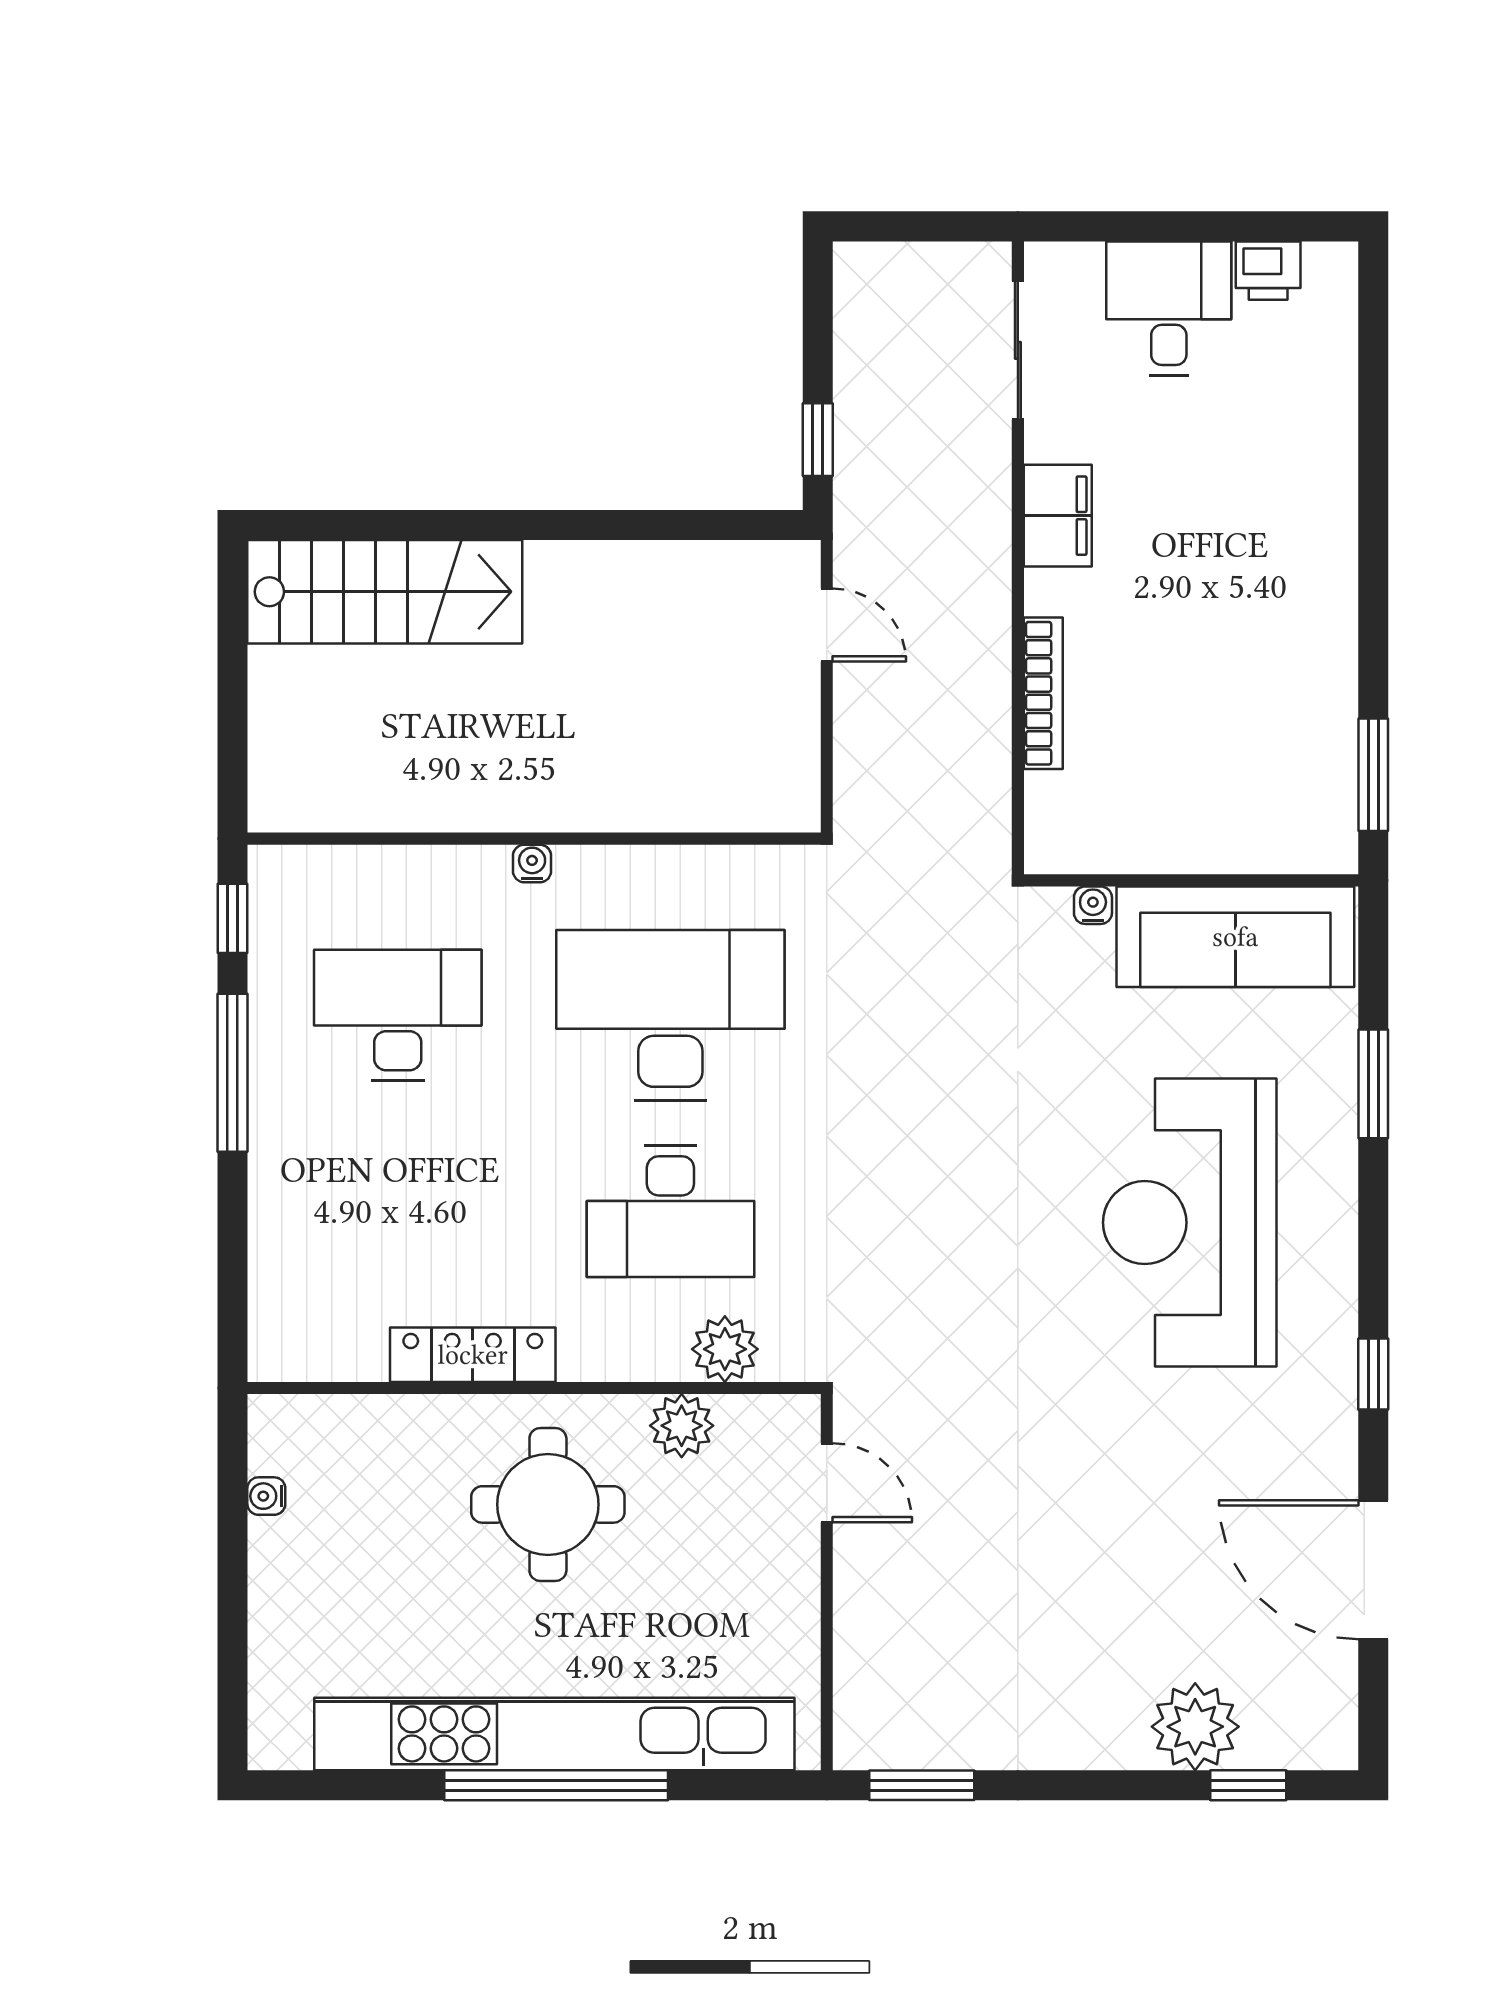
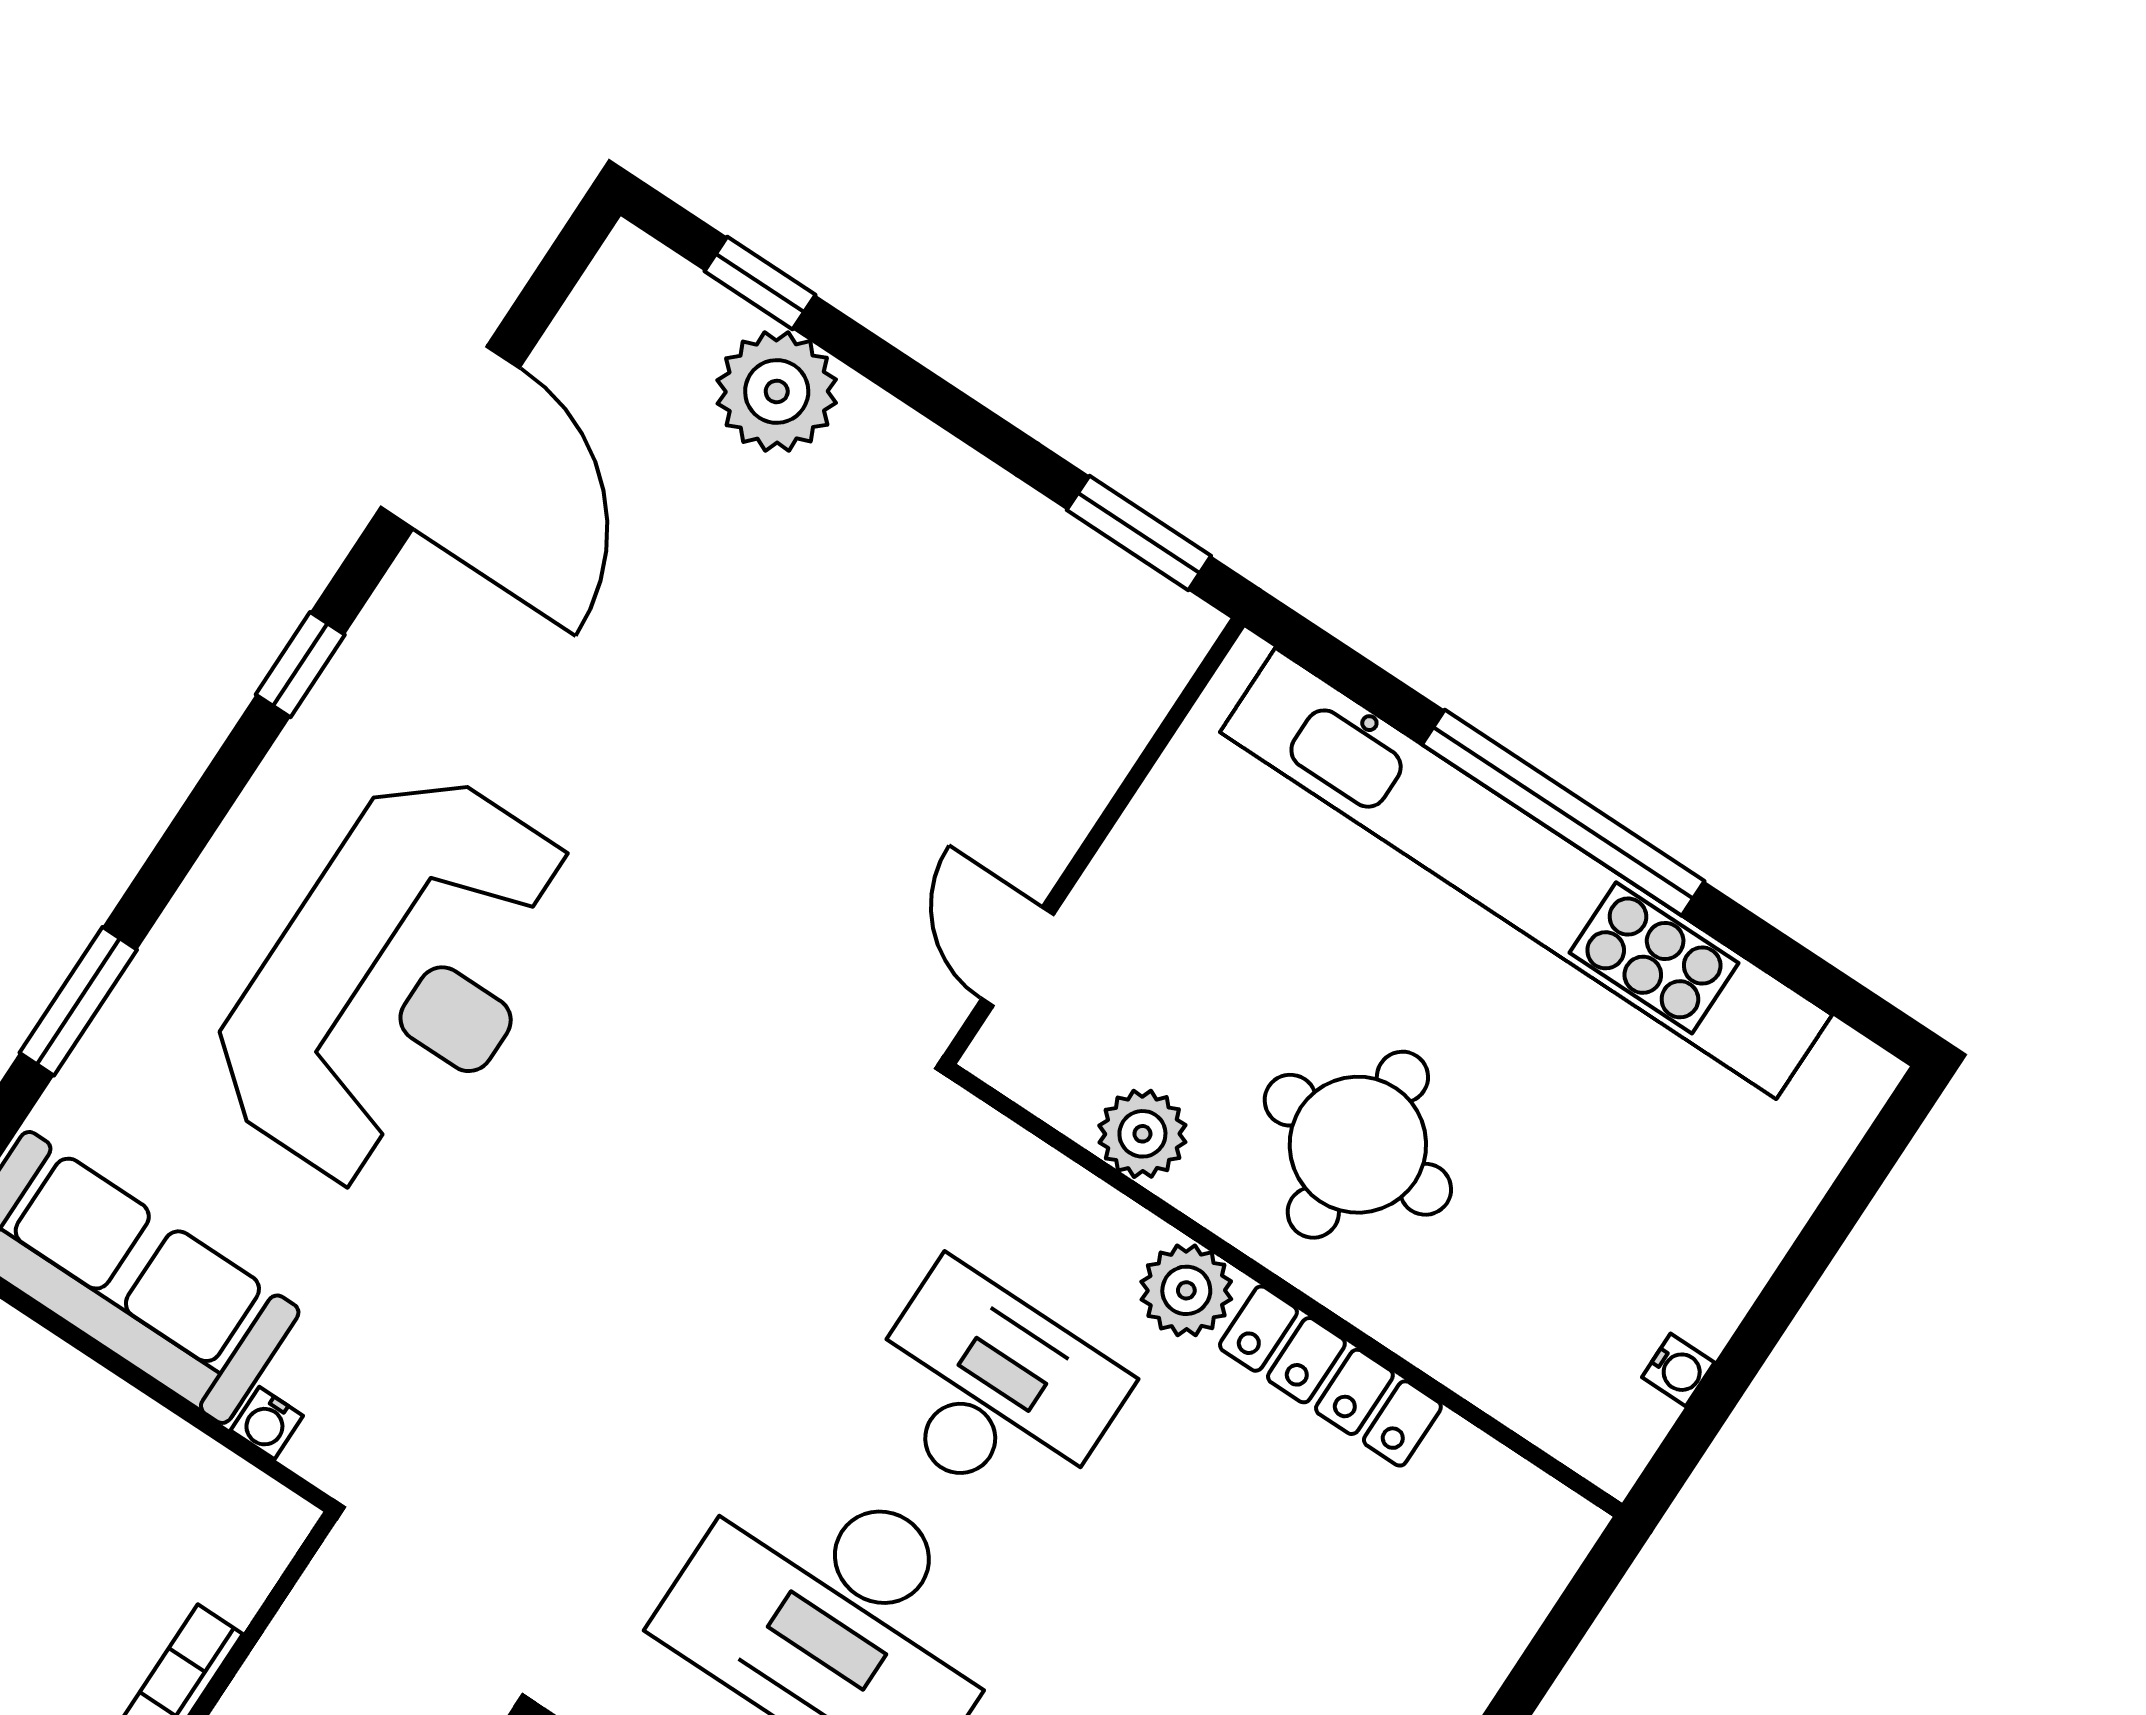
plant: (725, 1349) -> (1186, 1290), moved

